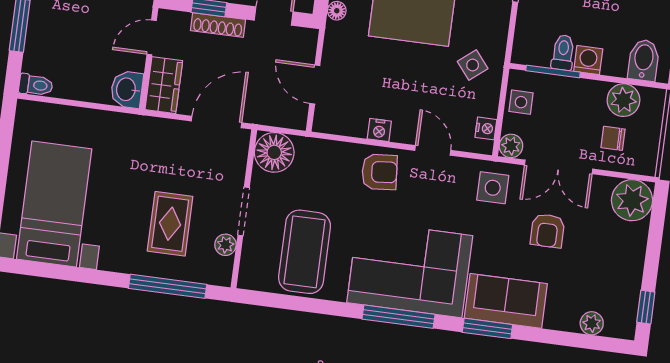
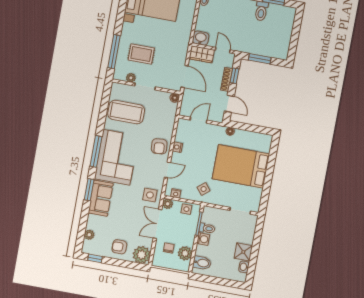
floor lamp: (274, 152) -> (175, 98), width x0.53, depth x0.53
armchair: (548, 231) -> (119, 247), moved

